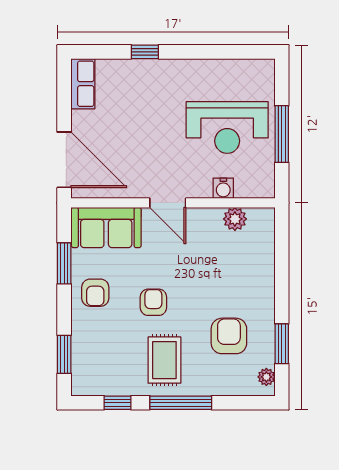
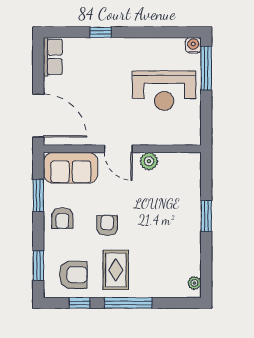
window: (282, 134) -> (206, 68), moved
water cooler: (223, 188) -> (193, 45), moved, turned 180
plant: (235, 219) -> (149, 161), moved
armchair: (229, 336) -> (73, 275), moved, turned 90
window: (282, 344) -> (206, 216), moved

